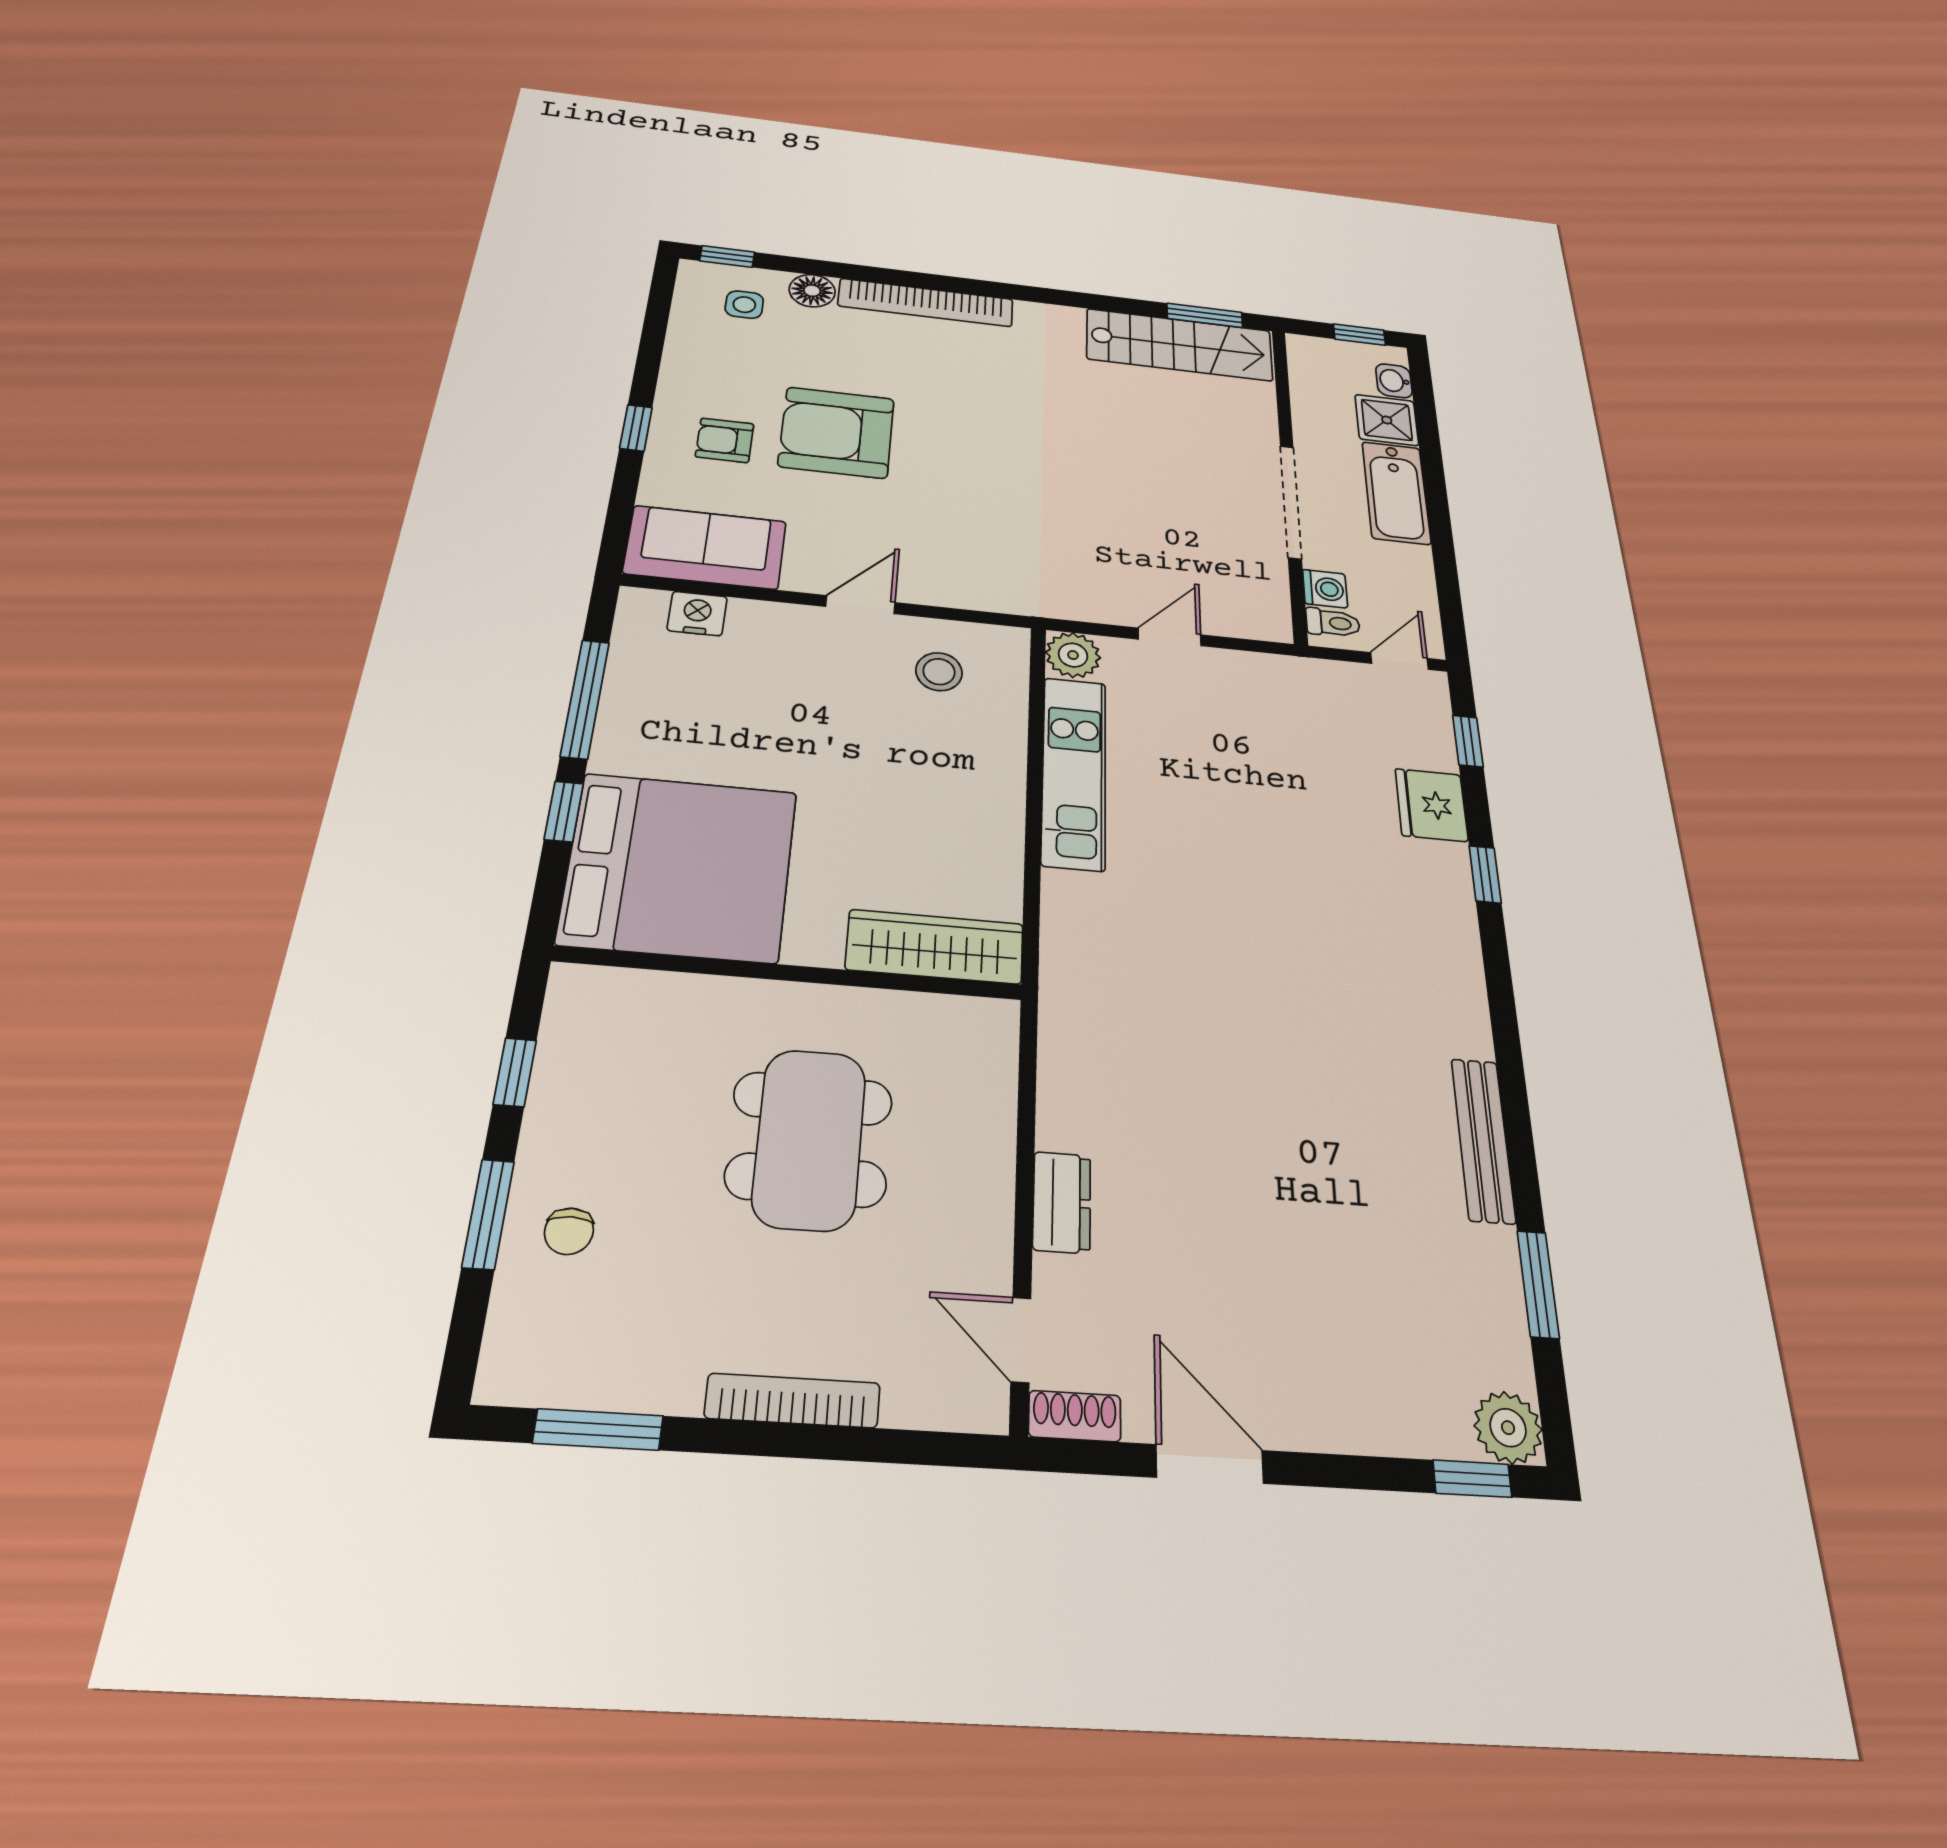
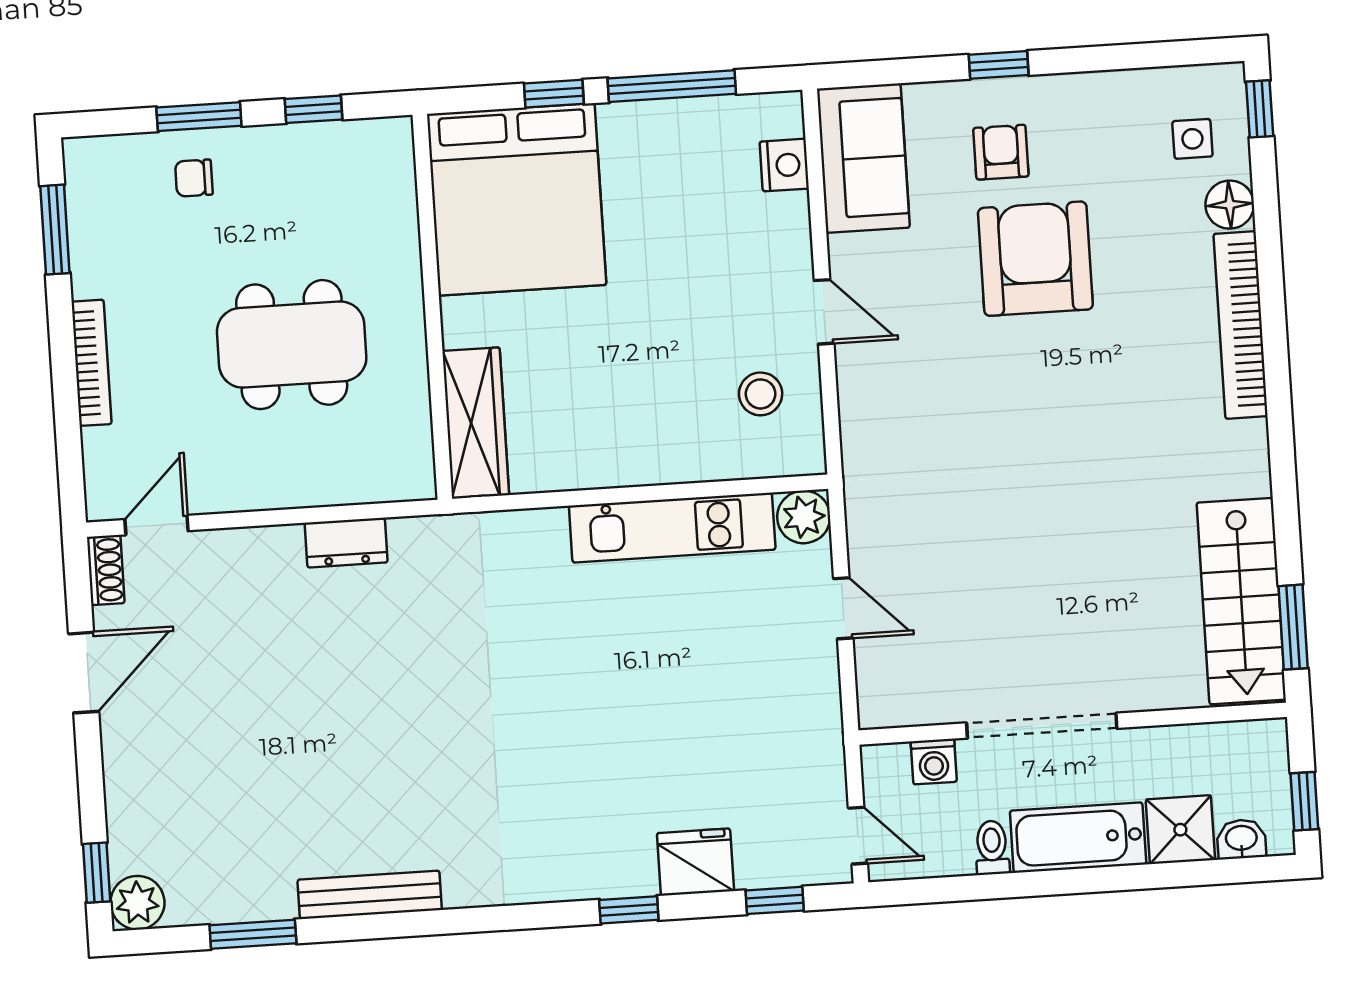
toilet: (1333, 623) -> (992, 848), moved, turned 180
dresser: (1062, 1202) -> (346, 543), moved

